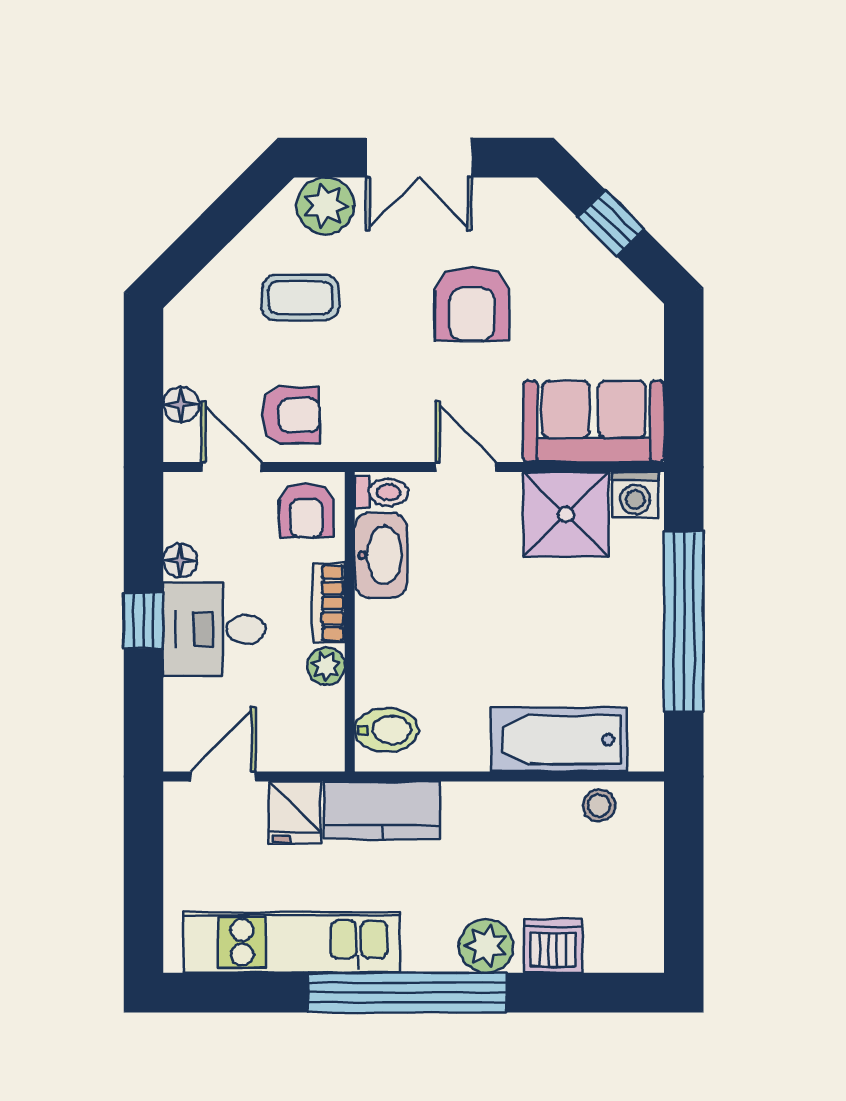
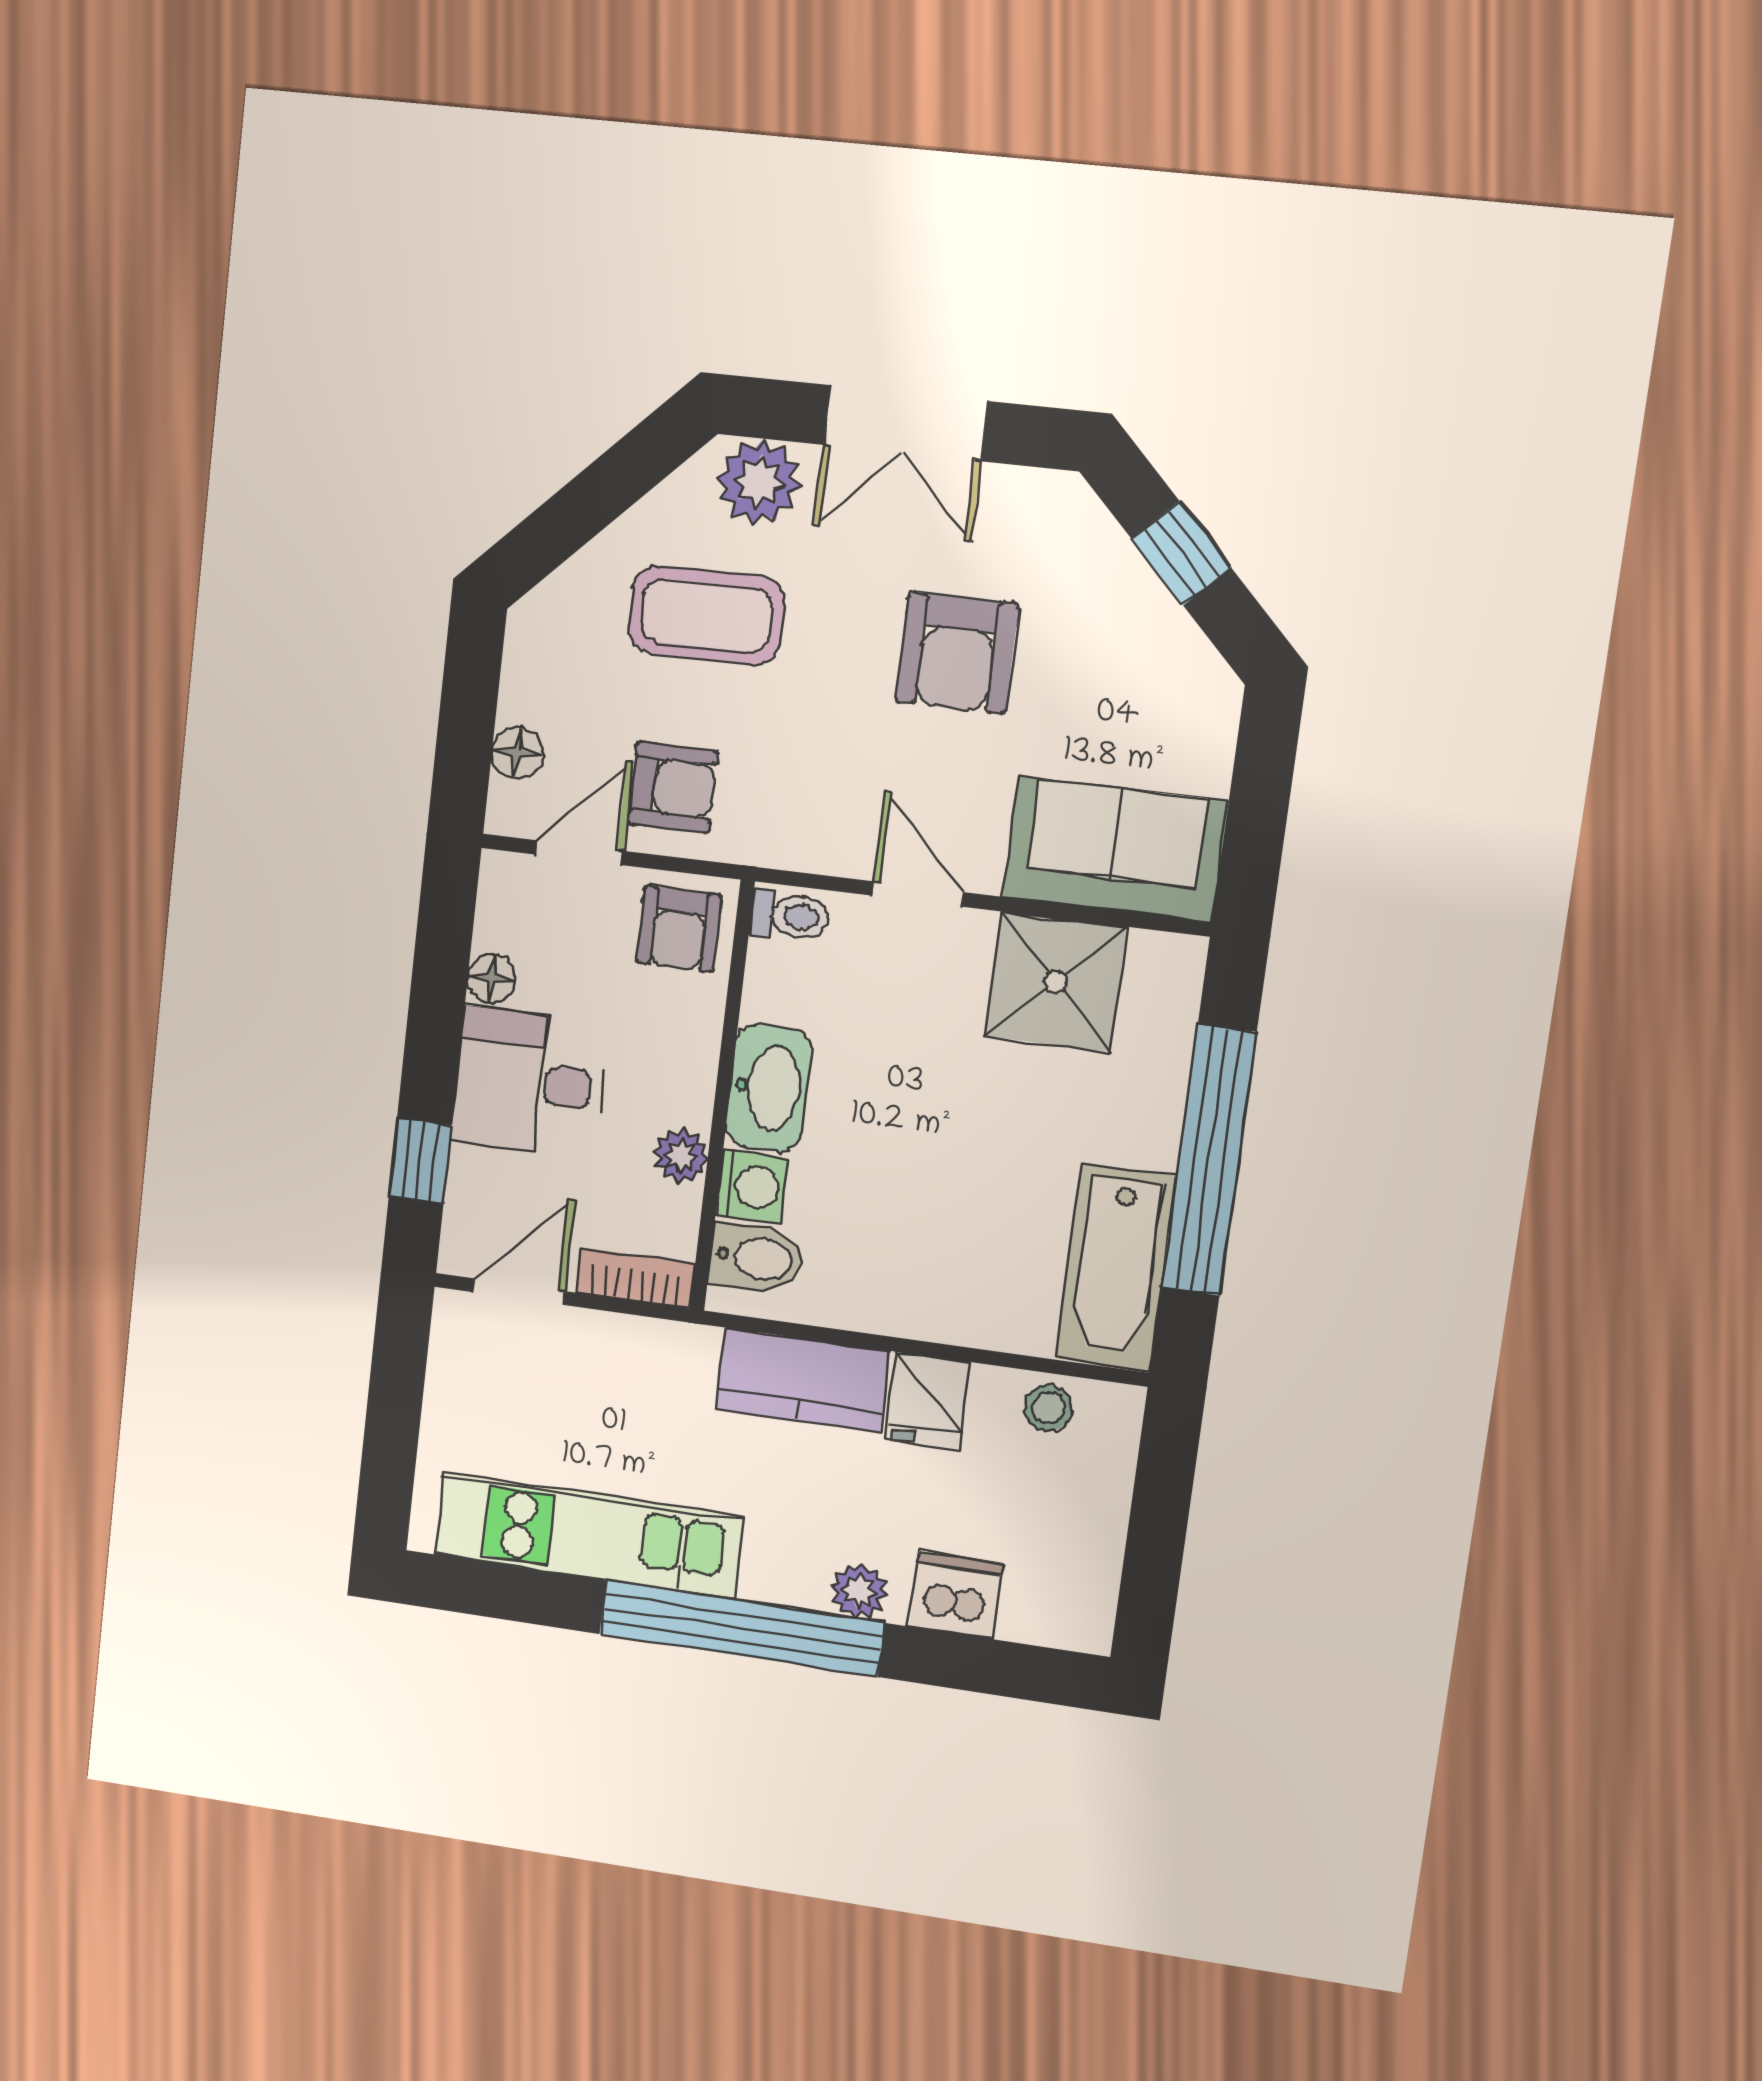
coffee table: (300, 298) -> (706, 615), width x1.36, depth x1.30
door: (232, 467) -> (579, 853), hinge flipped
washing machine: (635, 495) -> (752, 1187), moved, turned -90
washbasin: (381, 555) -> (768, 1088), moved
bookcase: (329, 603) -> (636, 1278), moved, turned 90
window: (143, 620) -> (420, 1161), moved
bathtub: (559, 740) -> (1116, 1267), moved, turned -90
kitchen counter: (382, 810) -> (802, 1380), moved
fridge: (295, 812) -> (927, 1400), moved
plant: (486, 946) -> (859, 1591), width x0.73, depth x0.73

